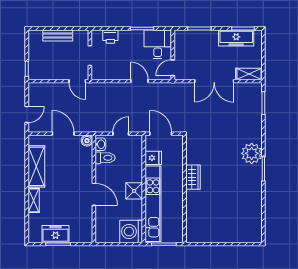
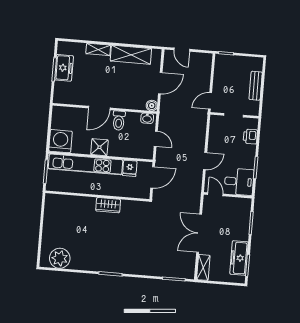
plant: (252, 153) -> (60, 258), moved
toilet: (105, 158) -> (119, 121), moved

